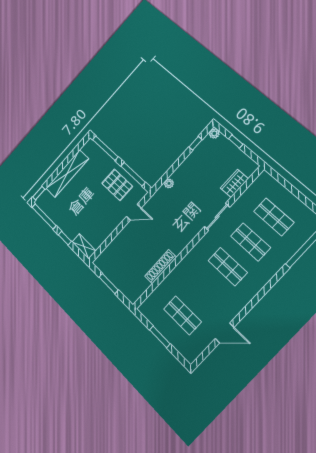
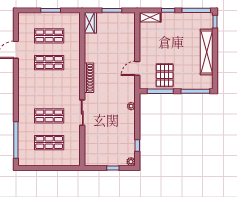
wardrobe: (234, 183) -> (90, 23), moved
pallet: (117, 185) -> (165, 75), turned 90
shoe rack: (161, 267) -> (89, 78), moved
shop shelf: (228, 267) -> (49, 63), moved

